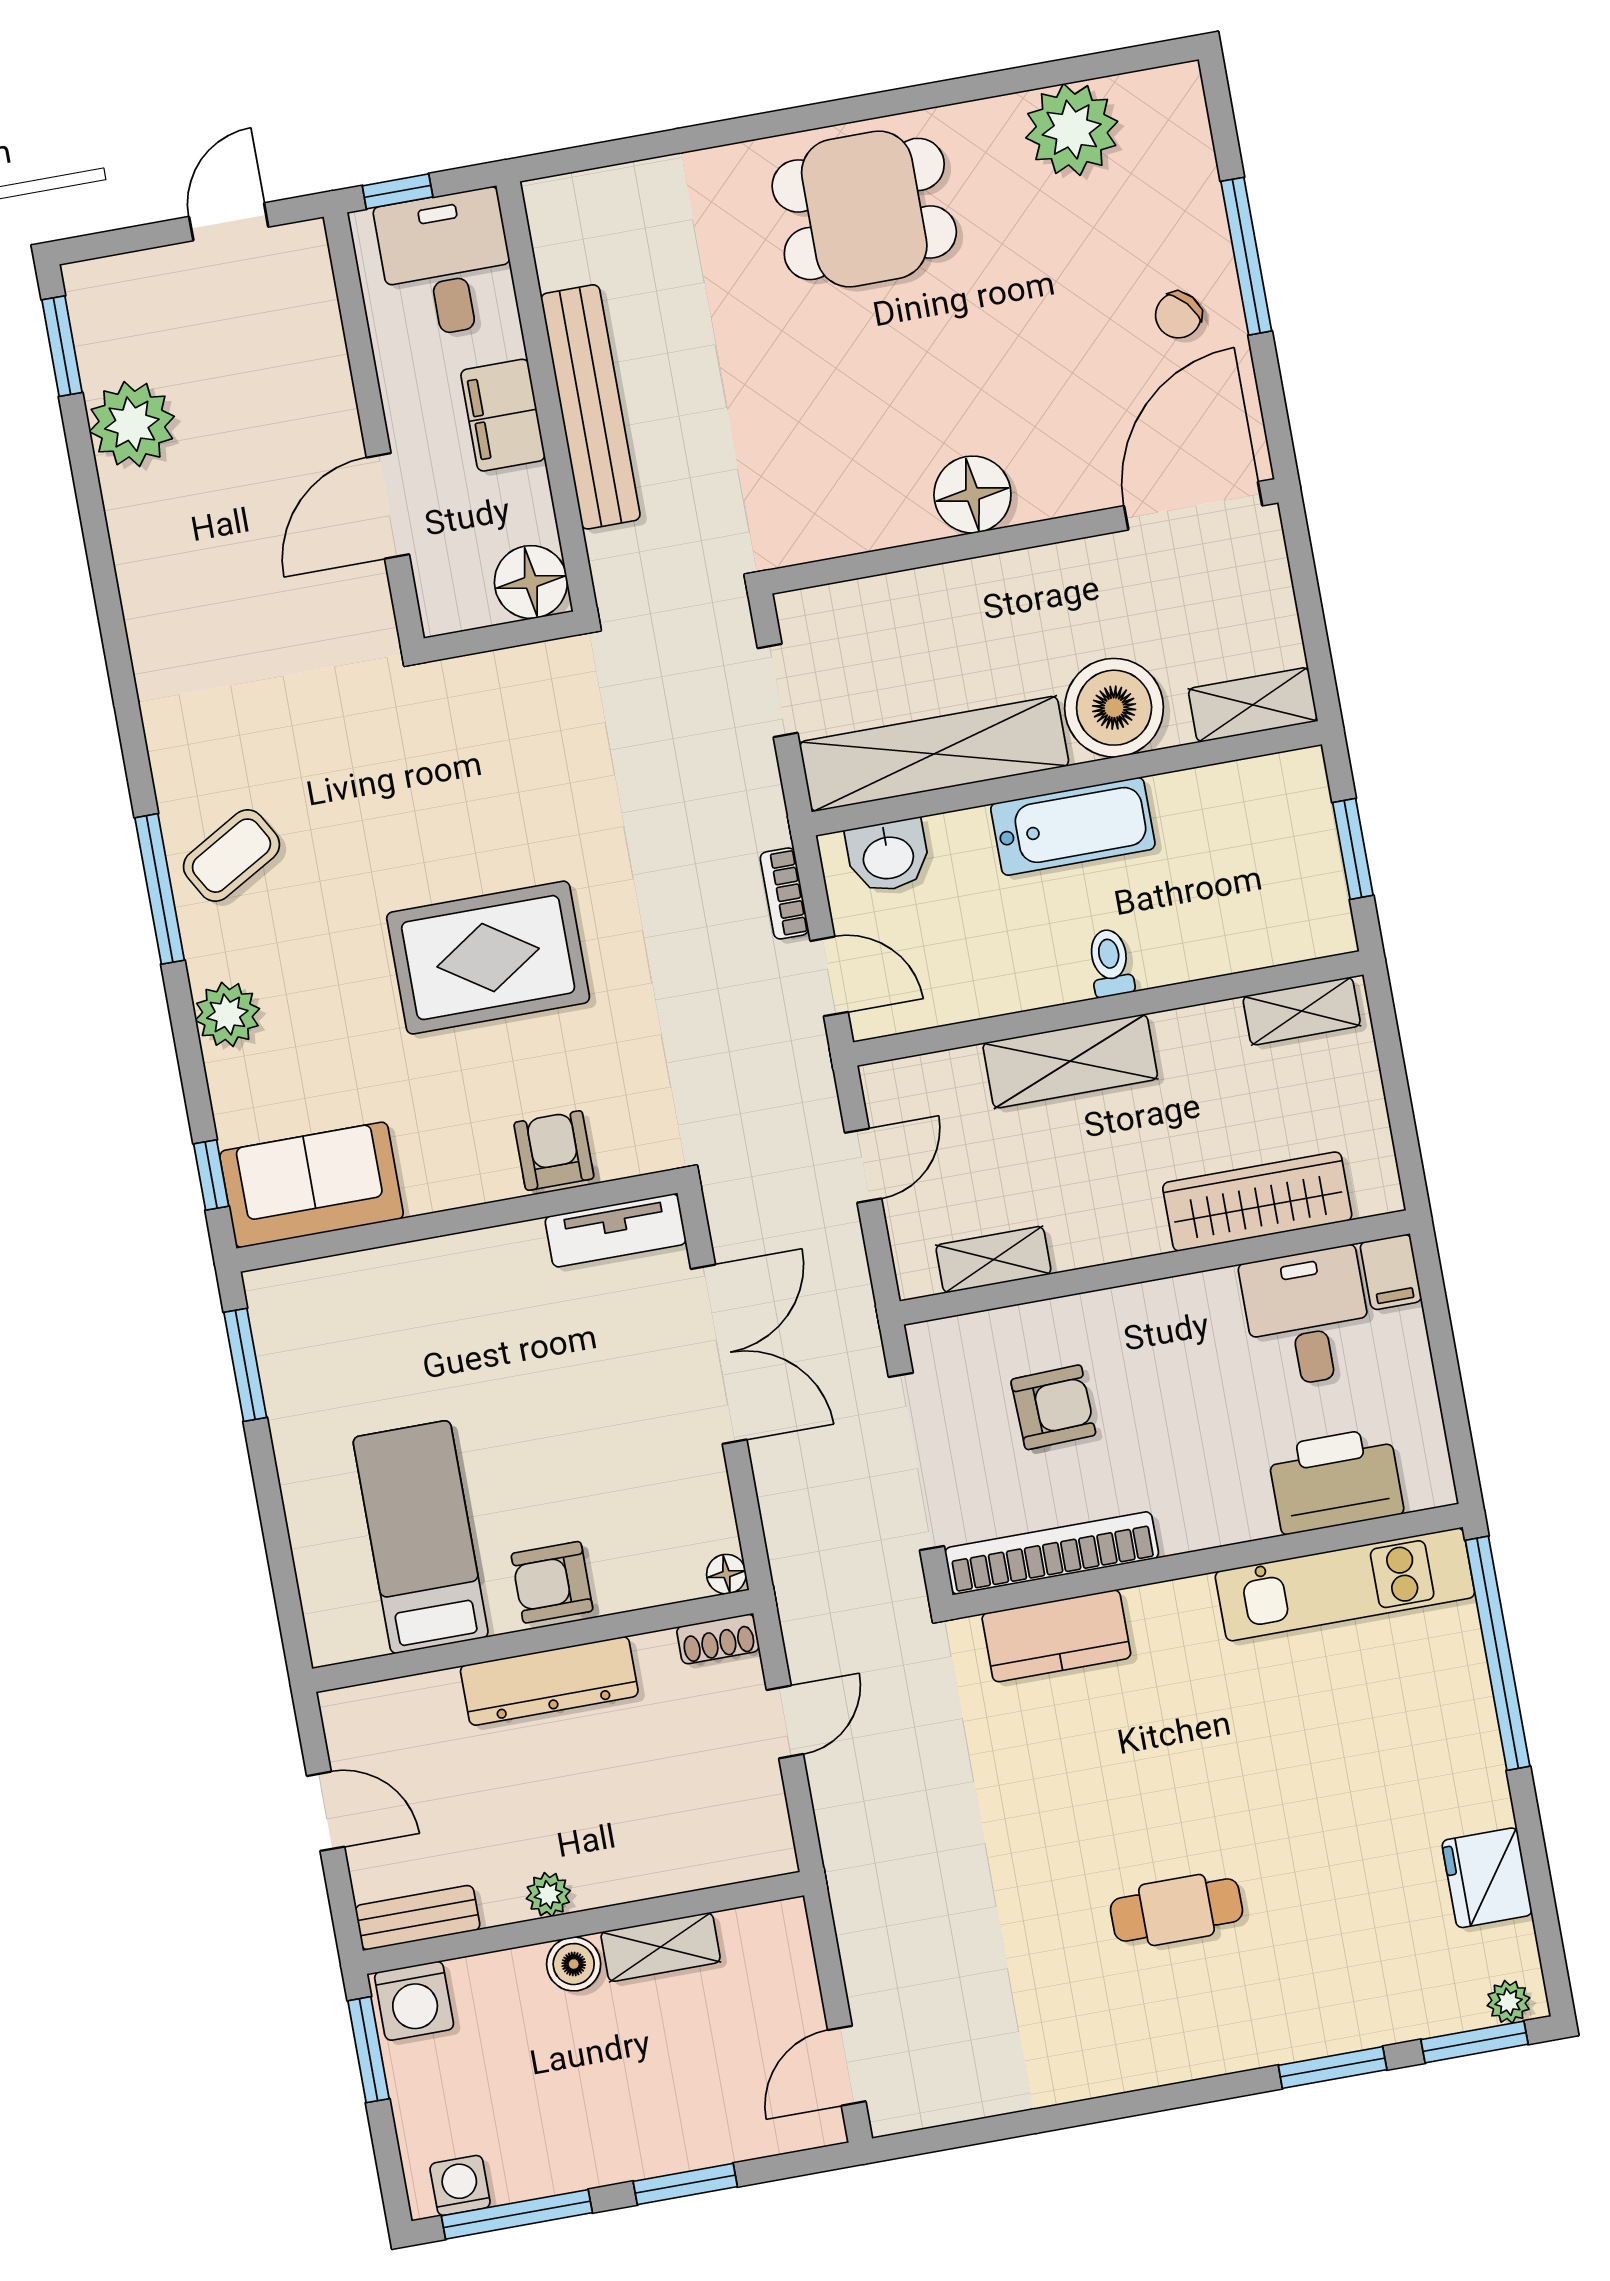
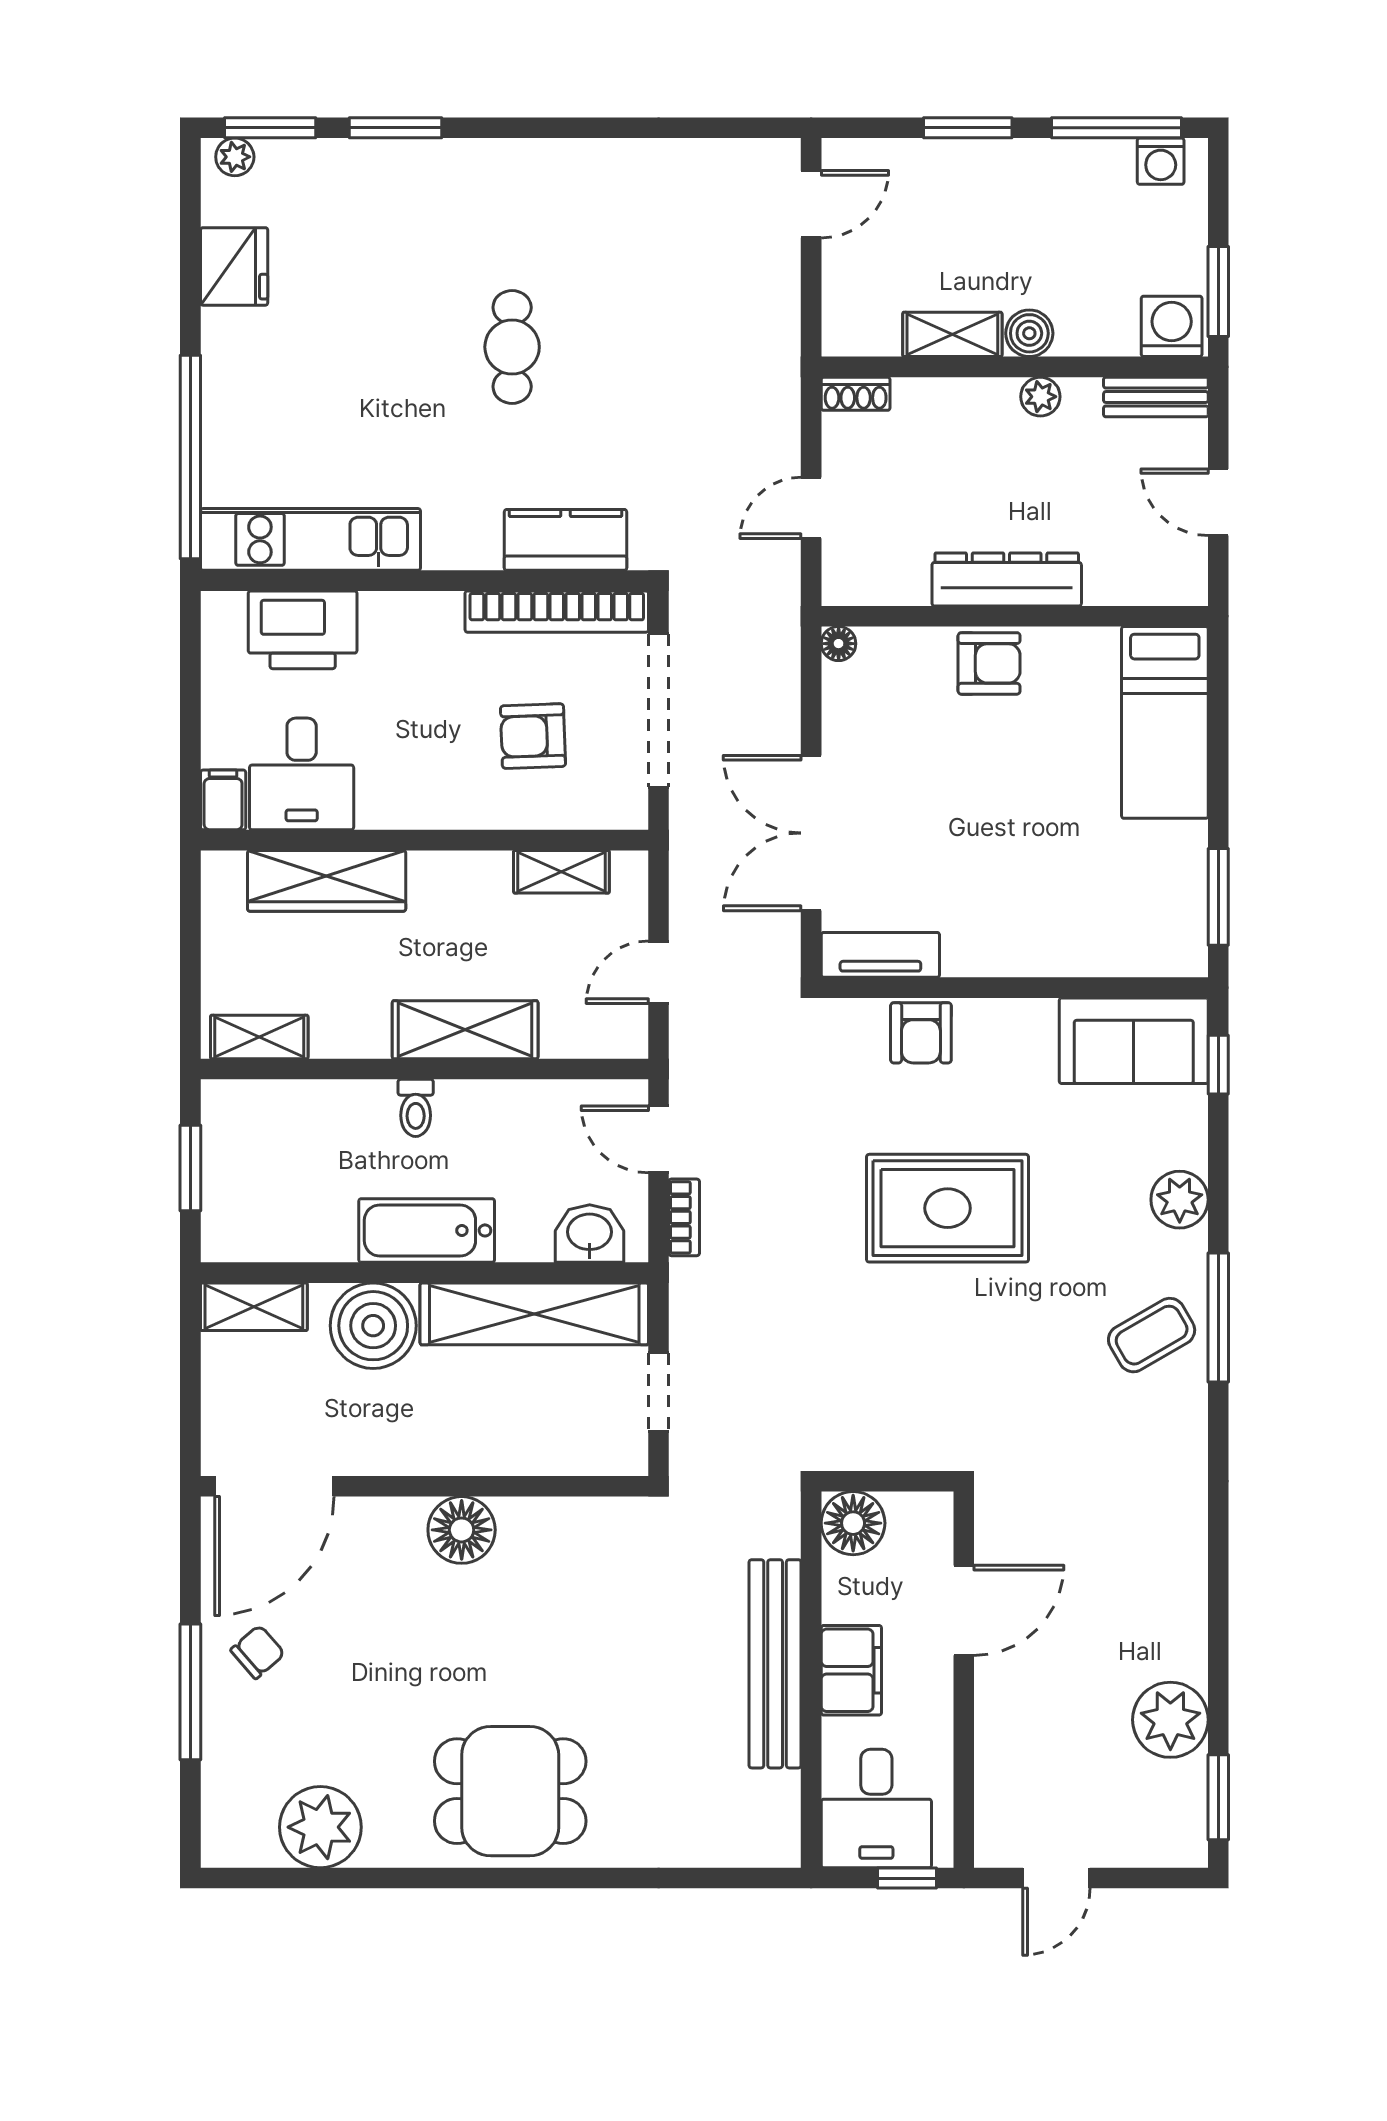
bed: (421, 1537) -> (1165, 722), moved
shoe rack: (718, 1639) -> (856, 394), moved, turned 180
cafe table: (1176, 1910) -> (512, 347), moved, turned 90

